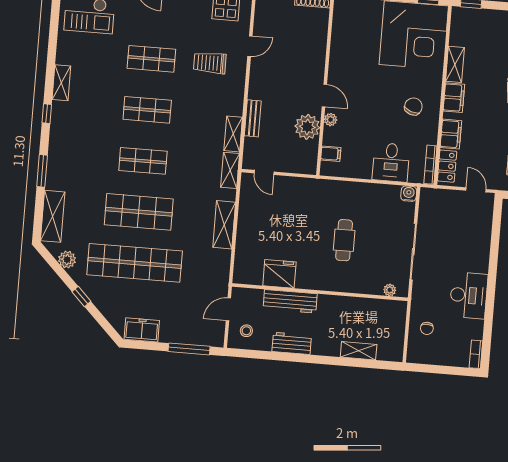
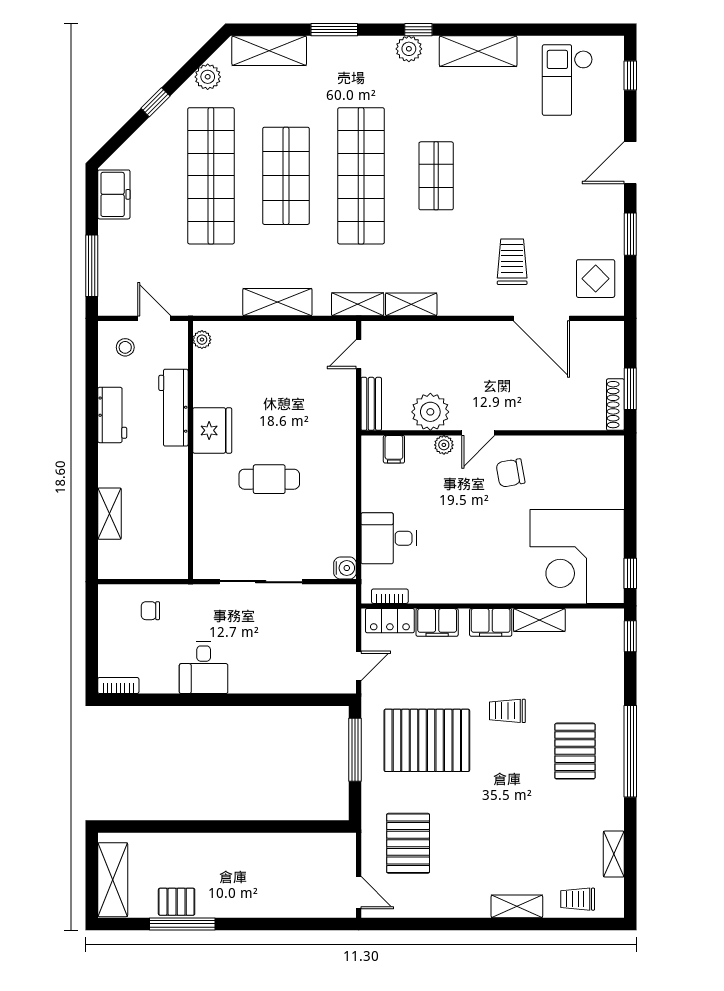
door: (250, 46) -> (541, 318), width x1.88
shop shelf: (151, 59) -> (511, 176), removed
shelving: (61, 83) -> (478, 51), width x1.50, depth x1.33
chair: (413, 106) -> (510, 473), moved, turned 151
bench: (253, 118) -> (371, 404), moved, turned 90
plant: (59, 121) -> (409, 49), added
shop shelf: (143, 161) -> (361, 176), width x2.00, depth x1.36
bookcase: (430, 165) -> (390, 596), width x0.64
fridge: (279, 274) -> (212, 430), moved
plant: (390, 290) -> (202, 340), moved
desk: (469, 295) -> (204, 668), width x0.73

